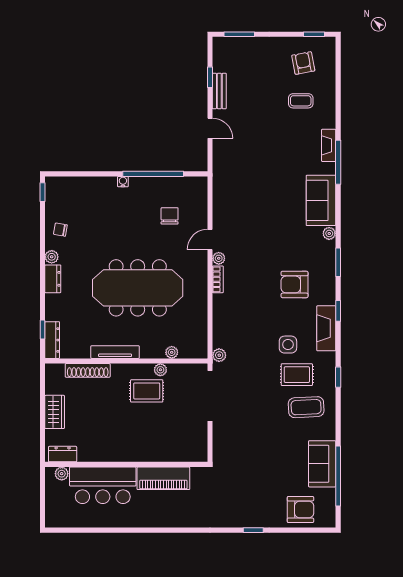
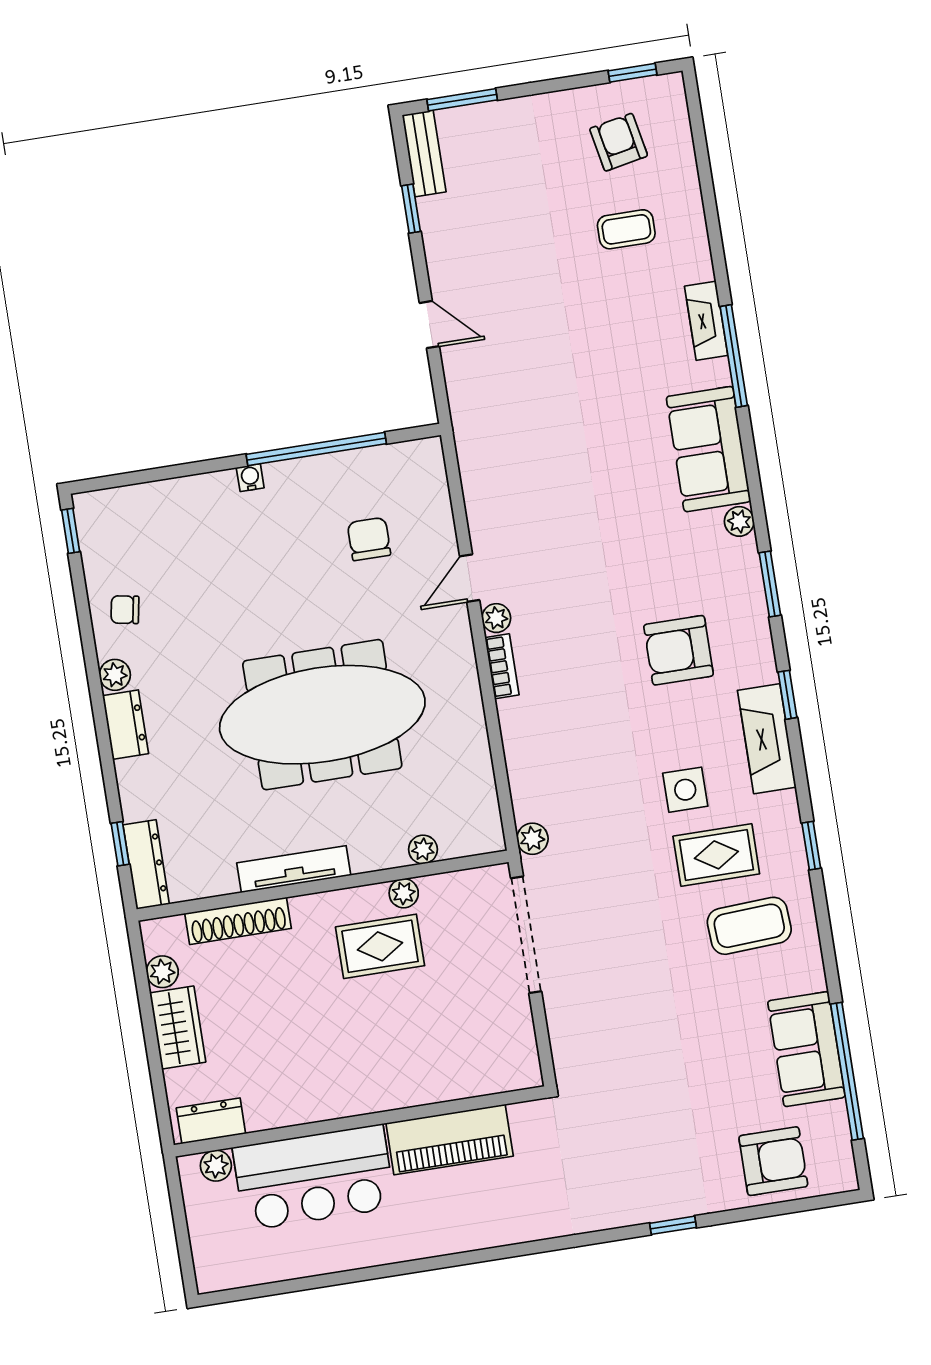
bench: (219, 91) -> (424, 153), moved
plant: (52, 387) -> (162, 972), added

